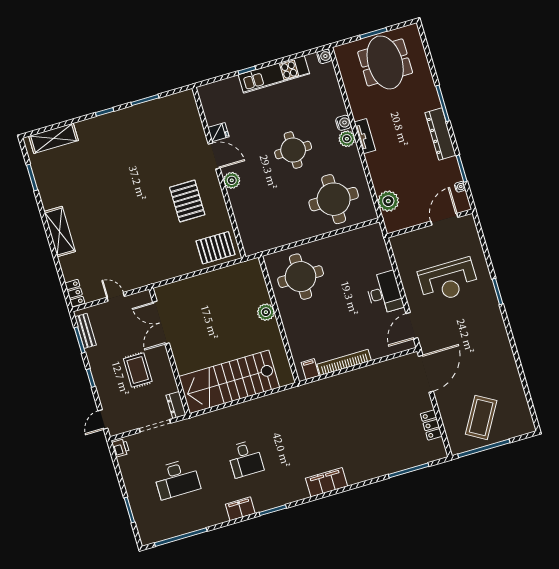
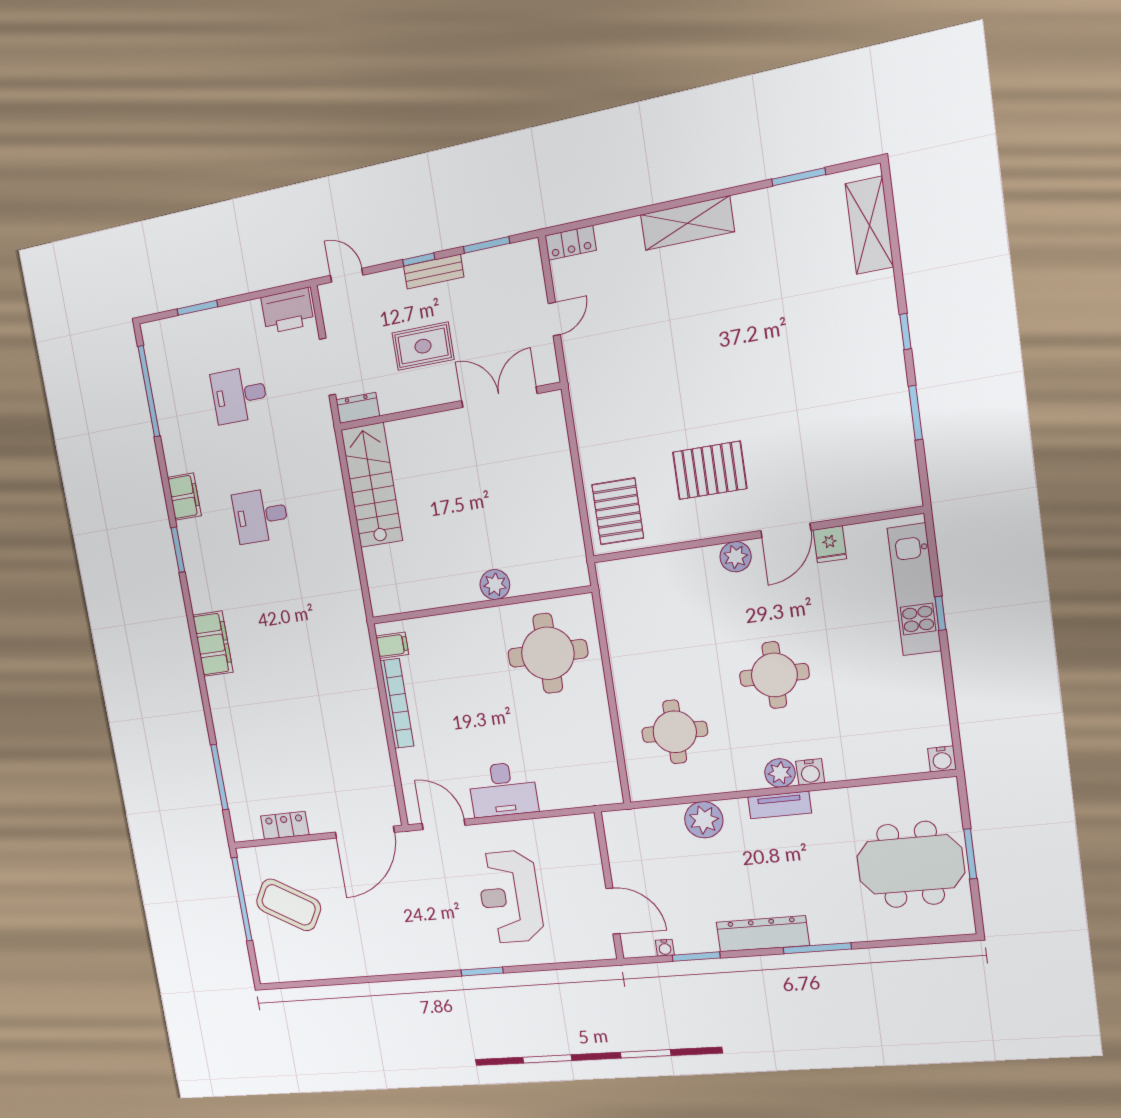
kitchen unit: (274, 74) -> (914, 590), moved
round table: (334, 199) -> (675, 732), width x0.73, depth x0.73
plant: (388, 201) -> (704, 820), moved
bench: (85, 331) -> (434, 272), moved
door: (426, 374) -> (365, 832), hinge flipped
stairs: (229, 382) -> (372, 485), width x0.73, depth x0.66
printer: (121, 448) -> (287, 311), width x1.87, depth x1.48
desk: (177, 479) -> (239, 395), width x0.73

